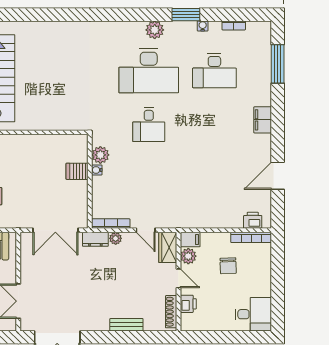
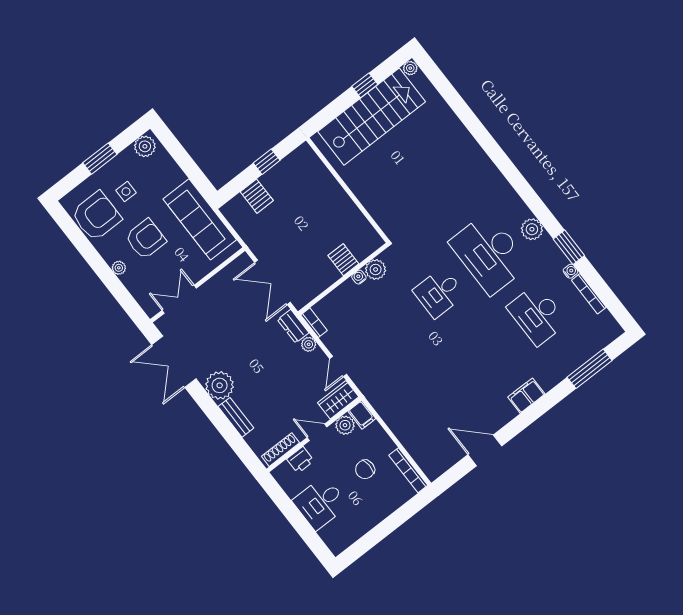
bookcase: (234, 25) -> (589, 294), width x1.56
printer: (253, 220) -> (425, 459), removed
bookcase: (111, 224) -> (314, 323), width x0.64
door: (178, 278) -> (317, 432), swing flipped
desk: (253, 314) -> (320, 503), moved, turned 90
plant: (97, 319) -> (220, 385), added

